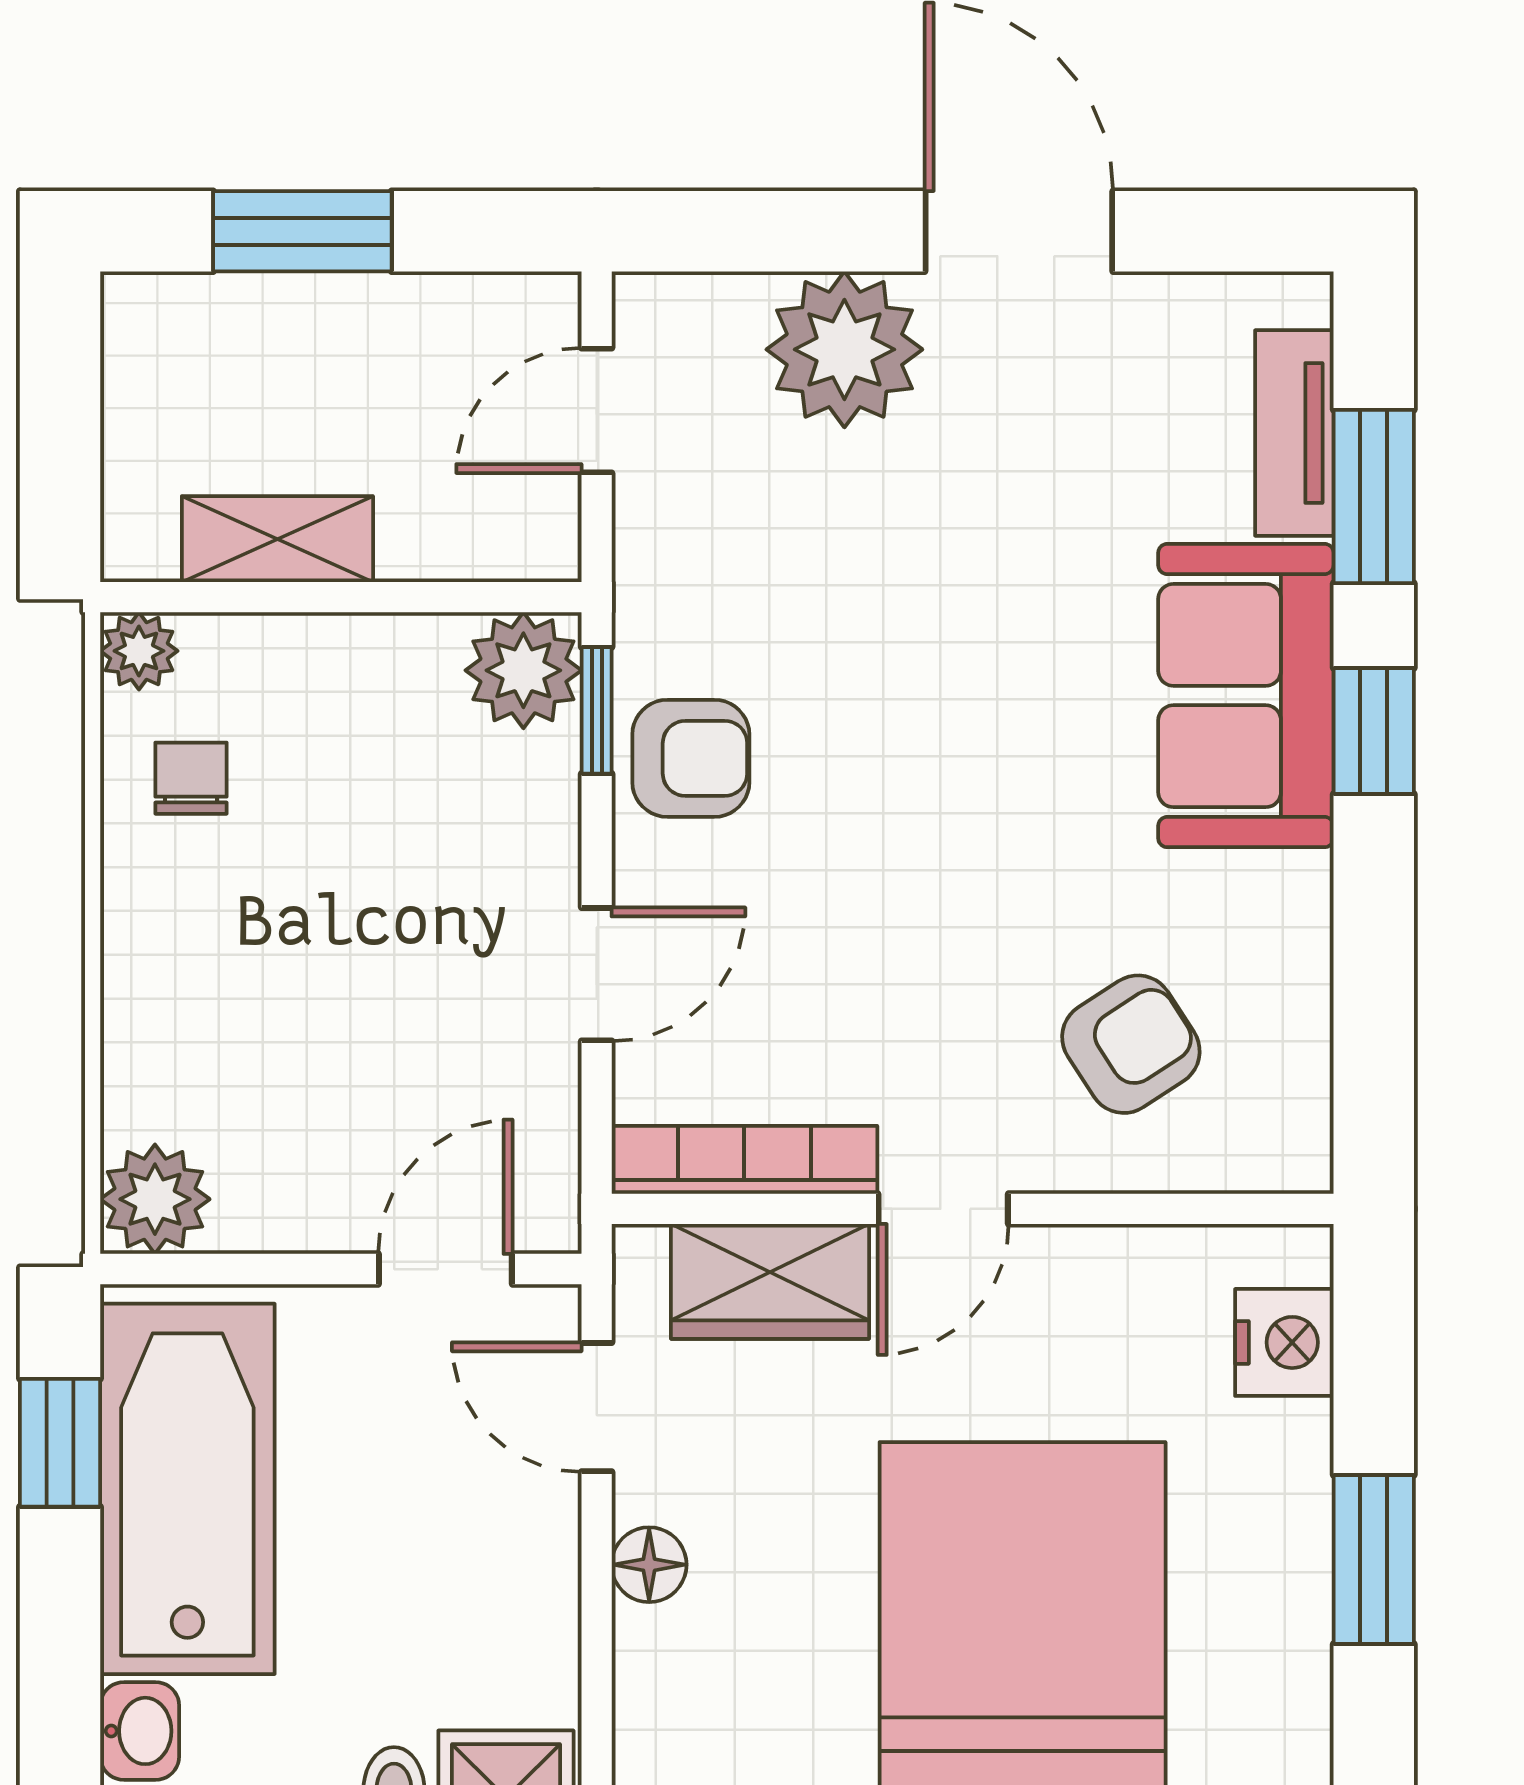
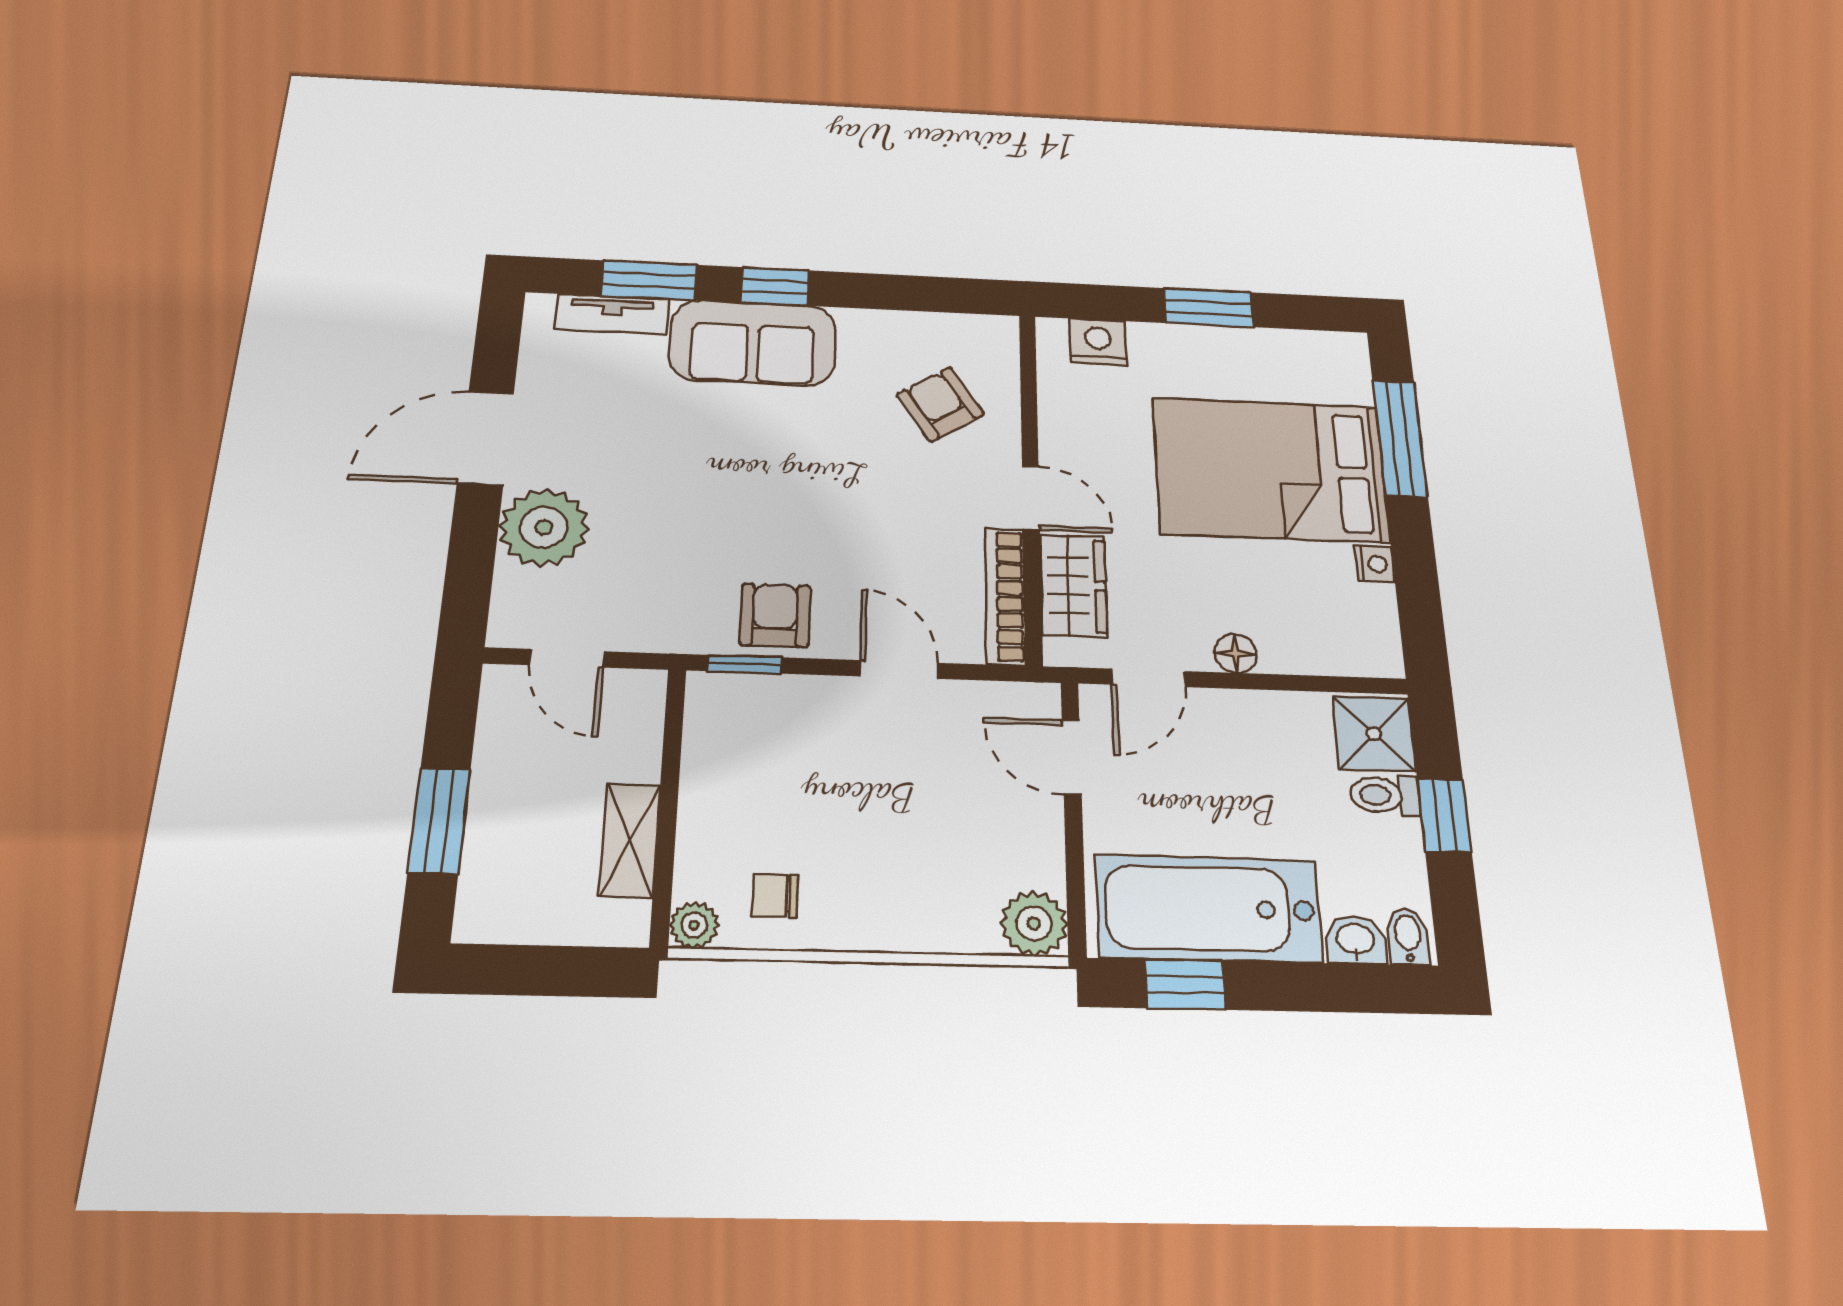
plant: (523, 670) -> (719, 703), removed

